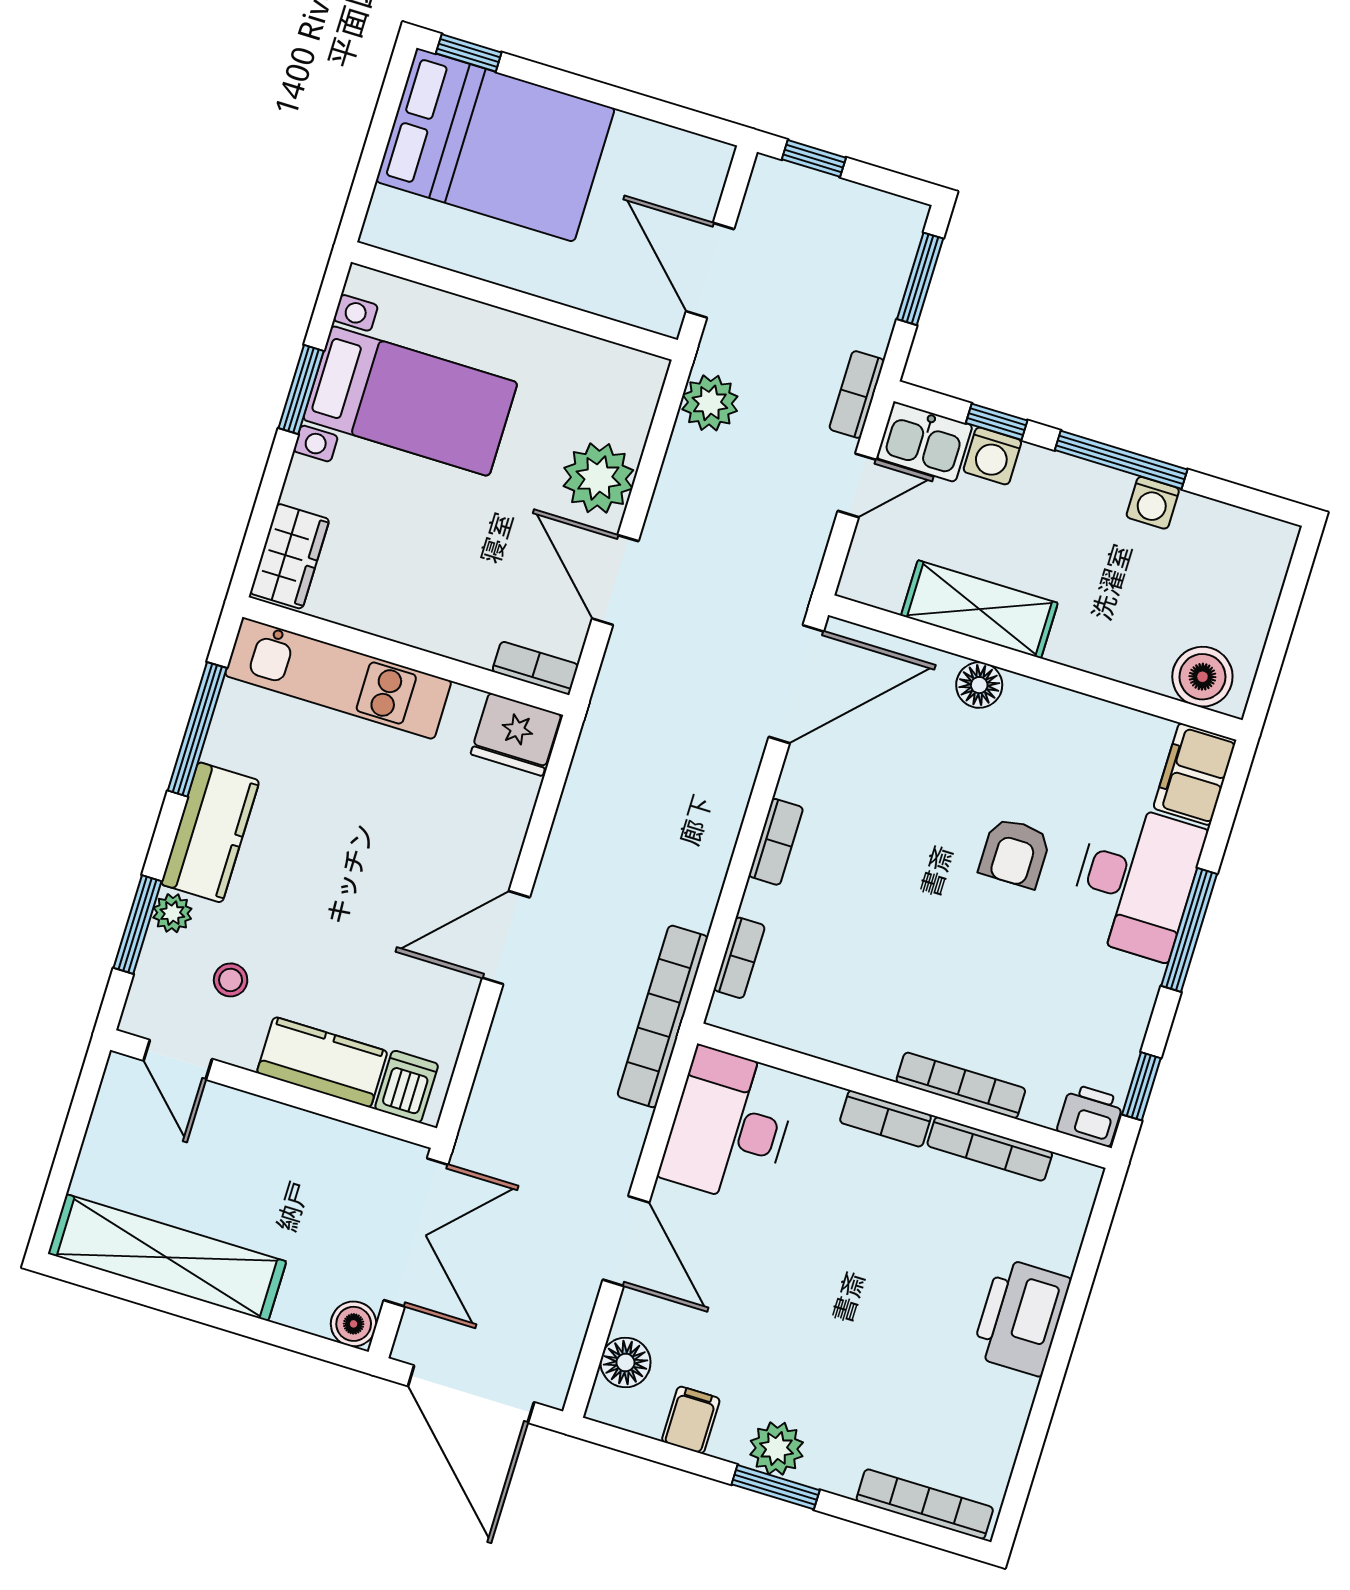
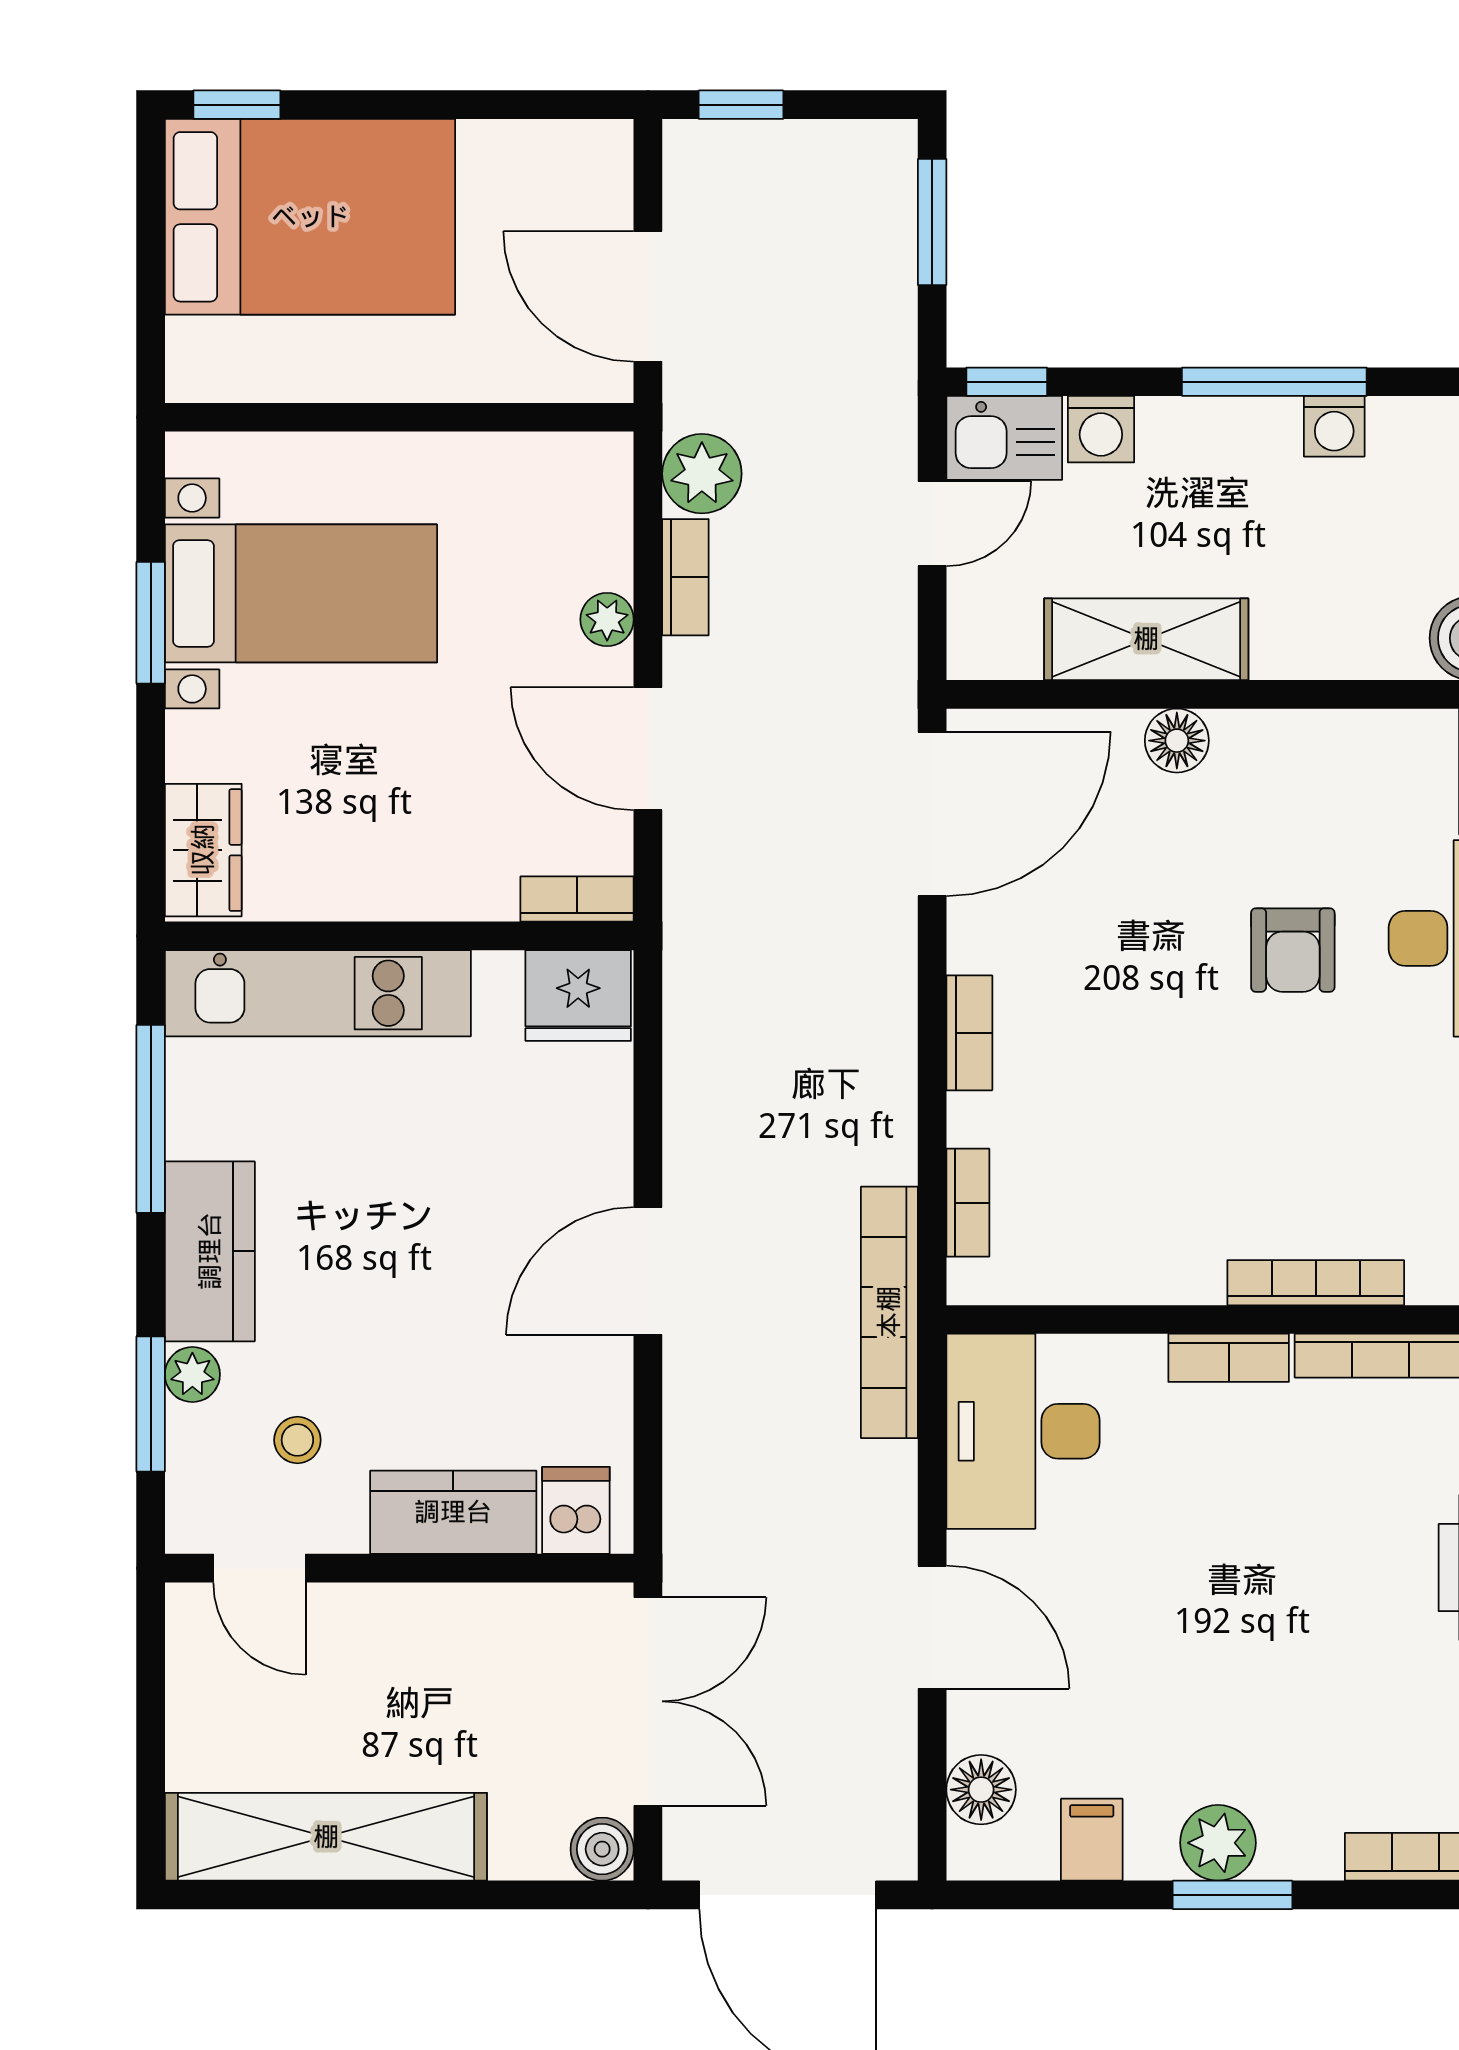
bookcase: (857, 394) -> (685, 577), moved, turned 180
window: (997, 422) -> (1007, 382), moved
plant: (598, 478) -> (607, 620), width x0.53, depth x0.53

